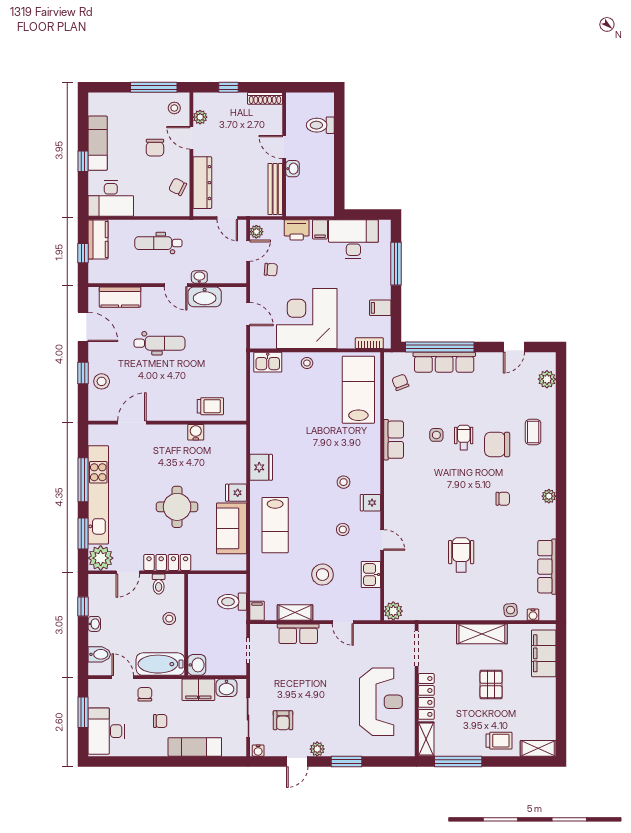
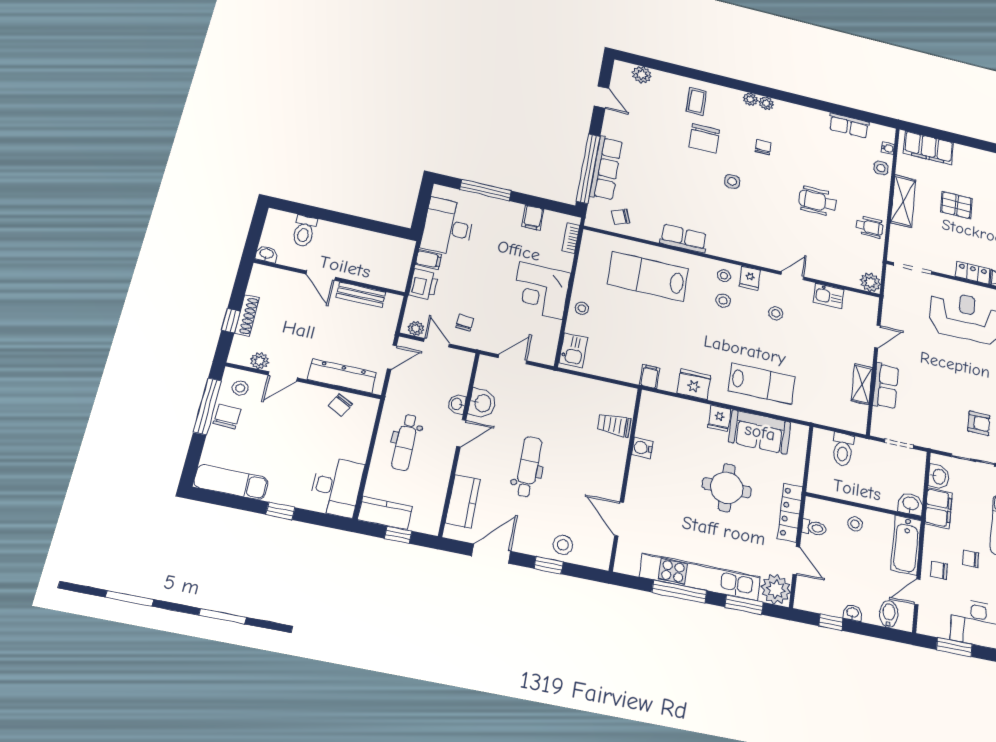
shoe rack: (265, 98) -> (247, 316), moved
exam couch: (98, 143) -> (231, 482), moved
door: (284, 147) -> (321, 276), hinge flipped
chair: (155, 148) -> (227, 416), moved, turned -87
washbasin: (293, 169) -> (267, 254), moved
bench: (275, 189) -> (361, 295), width x0.73
washbasin: (205, 297) -> (482, 403), width x0.72
corner desk: (307, 319) -> (541, 291), width x0.74, depth x0.74
lab bench: (358, 390) -> (648, 277), moved
trolley: (210, 406) -> (614, 425), turned -90
coffee table: (533, 432) -> (696, 101), turned 90
side table: (436, 435) -> (732, 181), moved
wheelchair: (464, 438) -> (869, 227), moved, turned 180
plant: (549, 481) -> (750, 99), added
row of seats: (547, 567) -> (849, 125), width x0.68
stool: (323, 575) -> (724, 276), moved, width x0.53, depth x0.53
filing cabinet: (257, 611) -> (650, 376), moved, turned 90
locker: (426, 696) -> (973, 273), width x0.66
chair: (160, 721) -> (971, 559), turned -90

